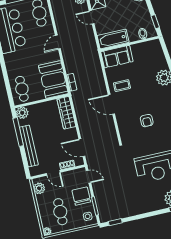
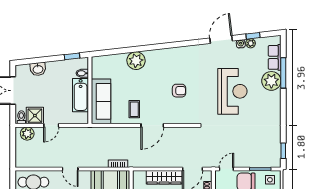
bathtub: (113, 39) -> (81, 95), moved
sofa: (117, 57) -> (101, 101), width x1.36
wardrobe: (66, 113) -> (164, 177), moved

